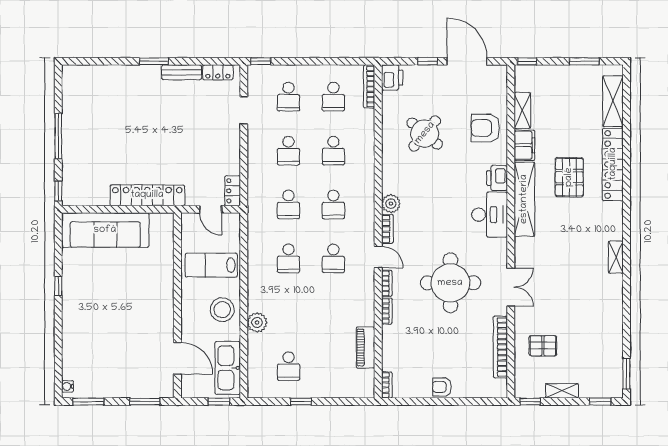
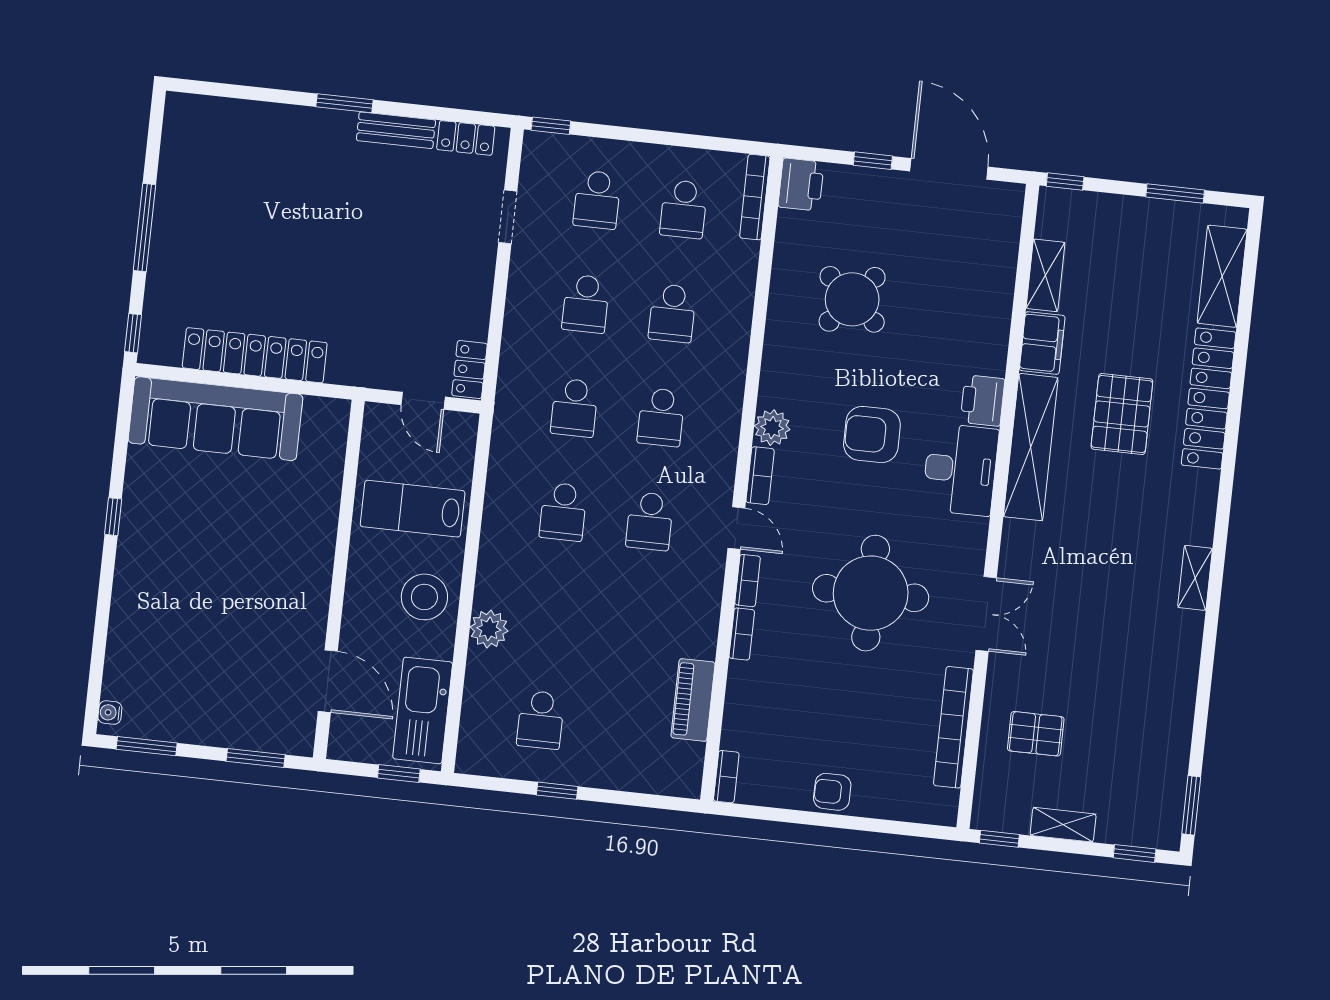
armchair: (485, 128) -> (872, 435), moved
locker: (147, 195) -> (255, 355), moved

